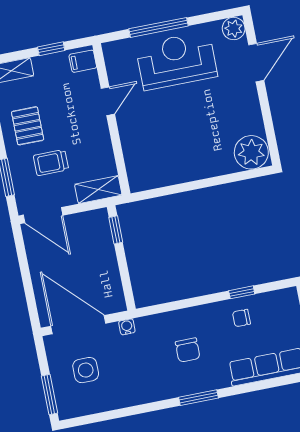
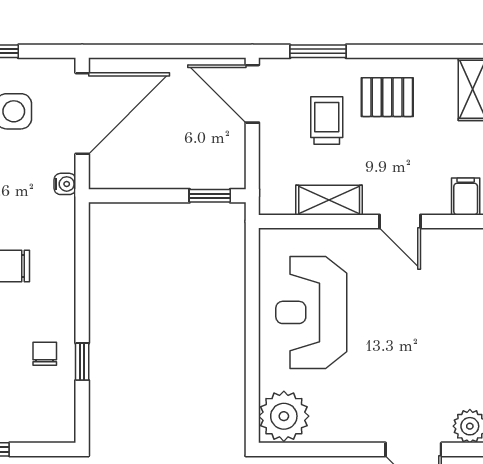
reception desk: (176, 61) -> (311, 312), moved, turned 180
shelving: (98, 190) -> (329, 200), moved, turned 90
door: (43, 215) -> (252, 94), hinge flipped

